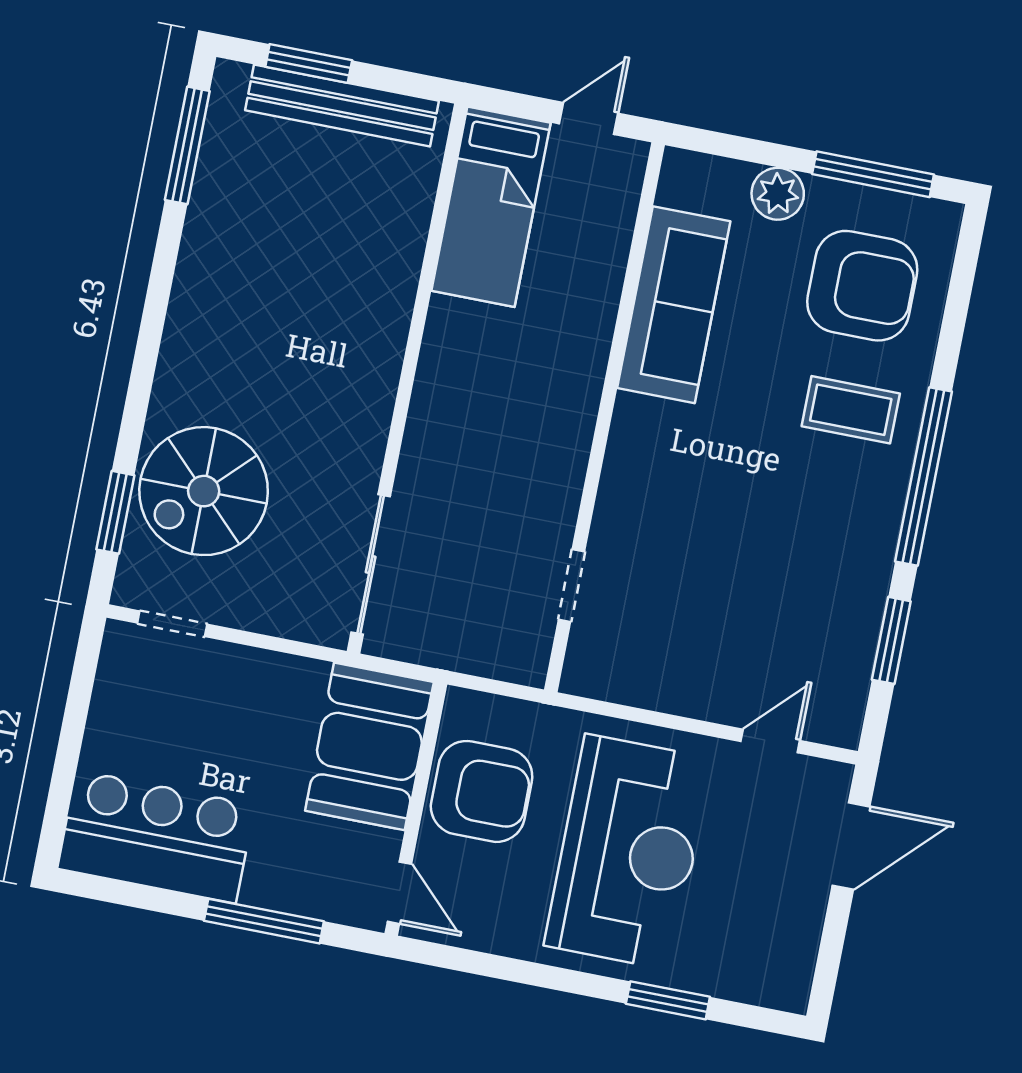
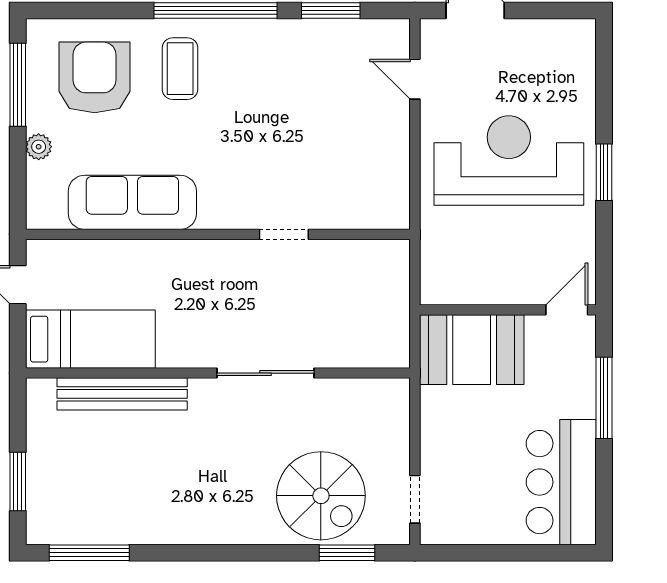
bench: (342, 106) -> (122, 394), moved, turned 90
plant: (778, 194) -> (39, 147), width x0.73, depth x0.73
sliding door: (371, 564) -> (265, 373), moved
doorway: (571, 585) -> (284, 234), moved
armchair: (482, 791) -> (487, 268), removed
window: (668, 1000) -> (604, 172), moved

